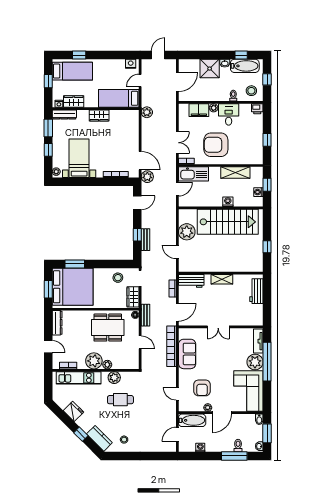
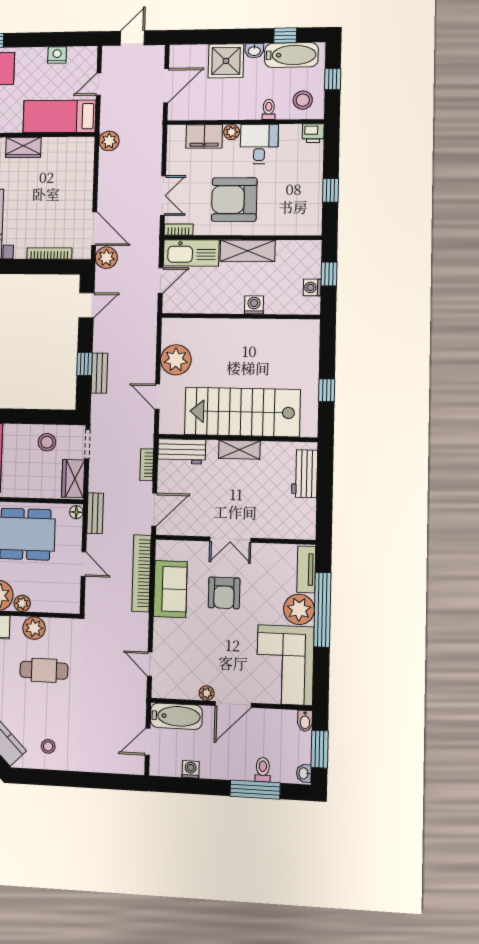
nightstand: (131, 64) -> (57, 55), moved
shelving: (235, 173) -> (248, 251), moved
stairs: (228, 222) -> (242, 412), moved, turned 180
armchair: (202, 388) -> (224, 593), moved

